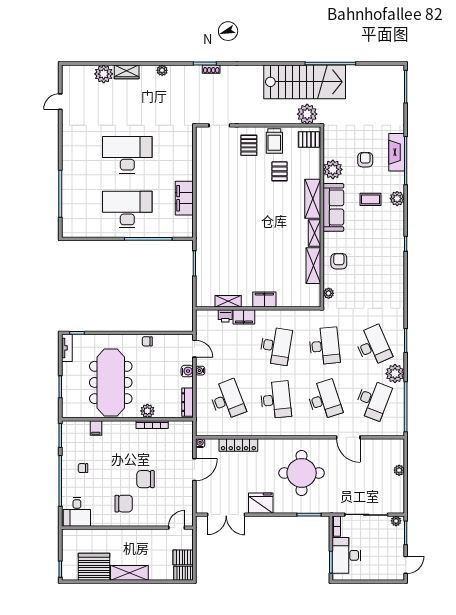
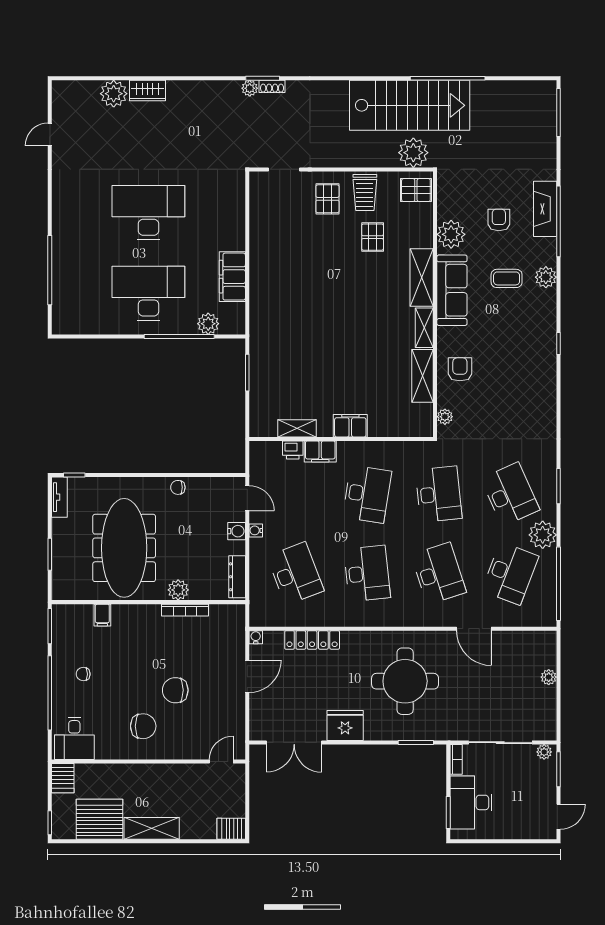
plant: (162, 70) -> (250, 88), moved
plant: (168, 230) -> (208, 324), added
server rack: (183, 557) -> (63, 778), moved, turned -90

